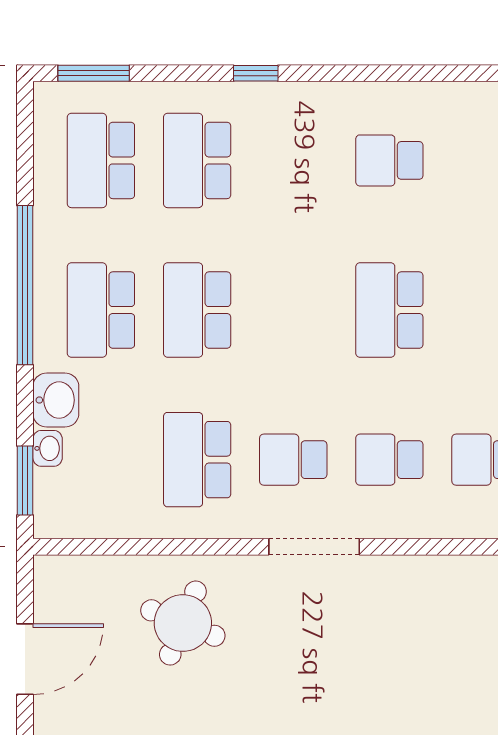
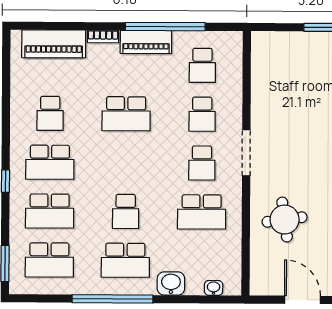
school desk: (293, 160) -> (50, 162), added
school desk: (197, 310) -> (126, 211), width x0.54
washbasin: (48, 448) -> (214, 288), moved
window: (25, 481) -> (212, 299), removed
round table: (183, 623) -> (285, 220), turned -30

